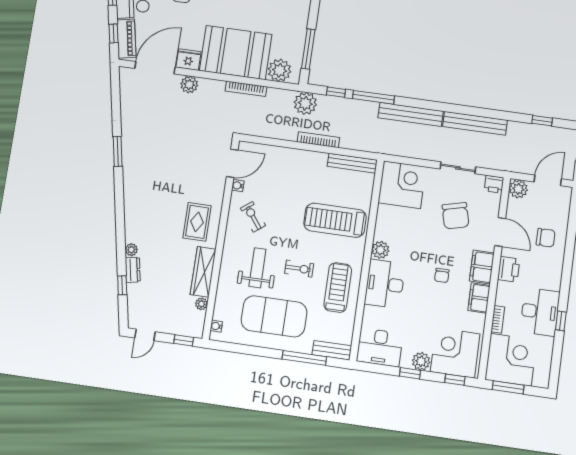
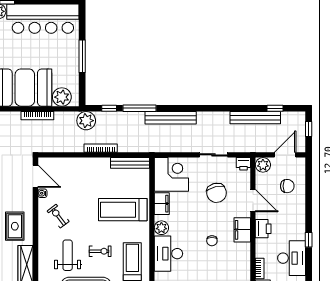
window: (308, 49) -> (82, 56), moved
bench: (475, 123) -> (255, 118), moved
door: (232, 163) -> (35, 176), hinge flipped
chair: (546, 238) -> (287, 186), moved
filing cabinet: (479, 298) -> (162, 204), moved, turned 180
window: (561, 321) -> (309, 240), moved

